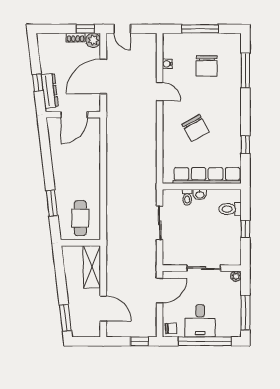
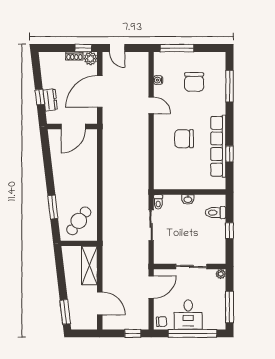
window: (200, 29) -> (177, 48), moved
dresser: (50, 91) -> (50, 100), width x0.70
chair: (196, 128) -> (184, 139), turned 119
row of seats: (207, 176) -> (218, 146), moved, turned -90
toilet: (187, 197) -> (158, 202), moved
cafe table: (80, 218) -> (79, 221), turned 37

